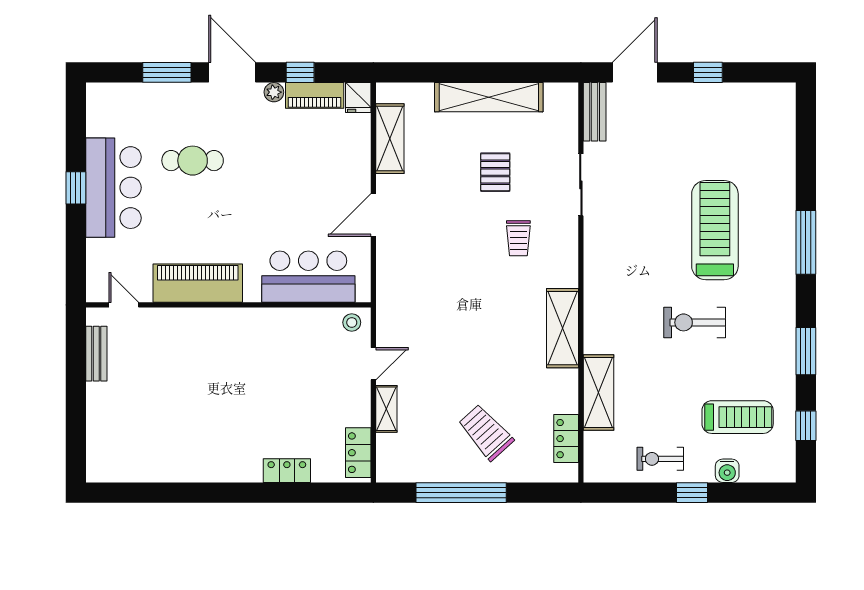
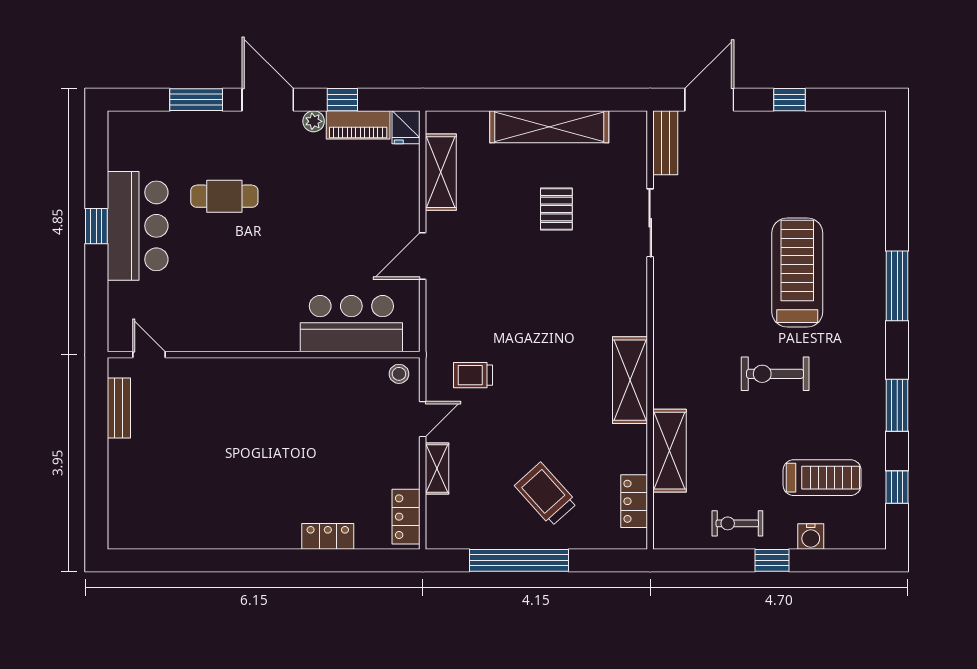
trolley: (518, 238) -> (473, 375), moved, turned 90
piano: (198, 283) -> (230, 331), removed

